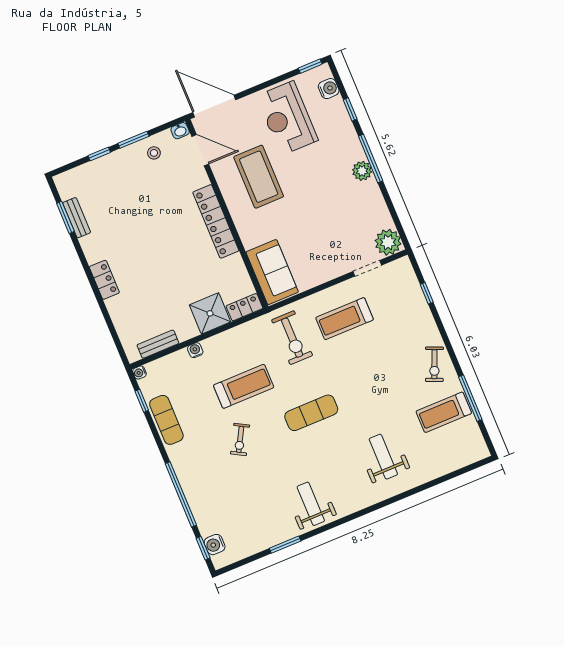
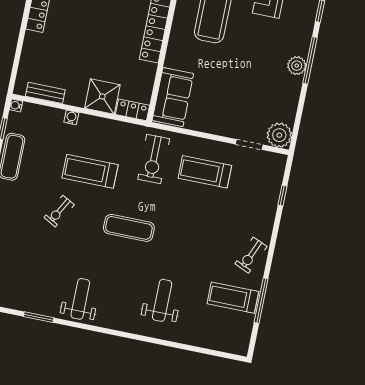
treadmill: (244, 386) -> (90, 171), turned 180

